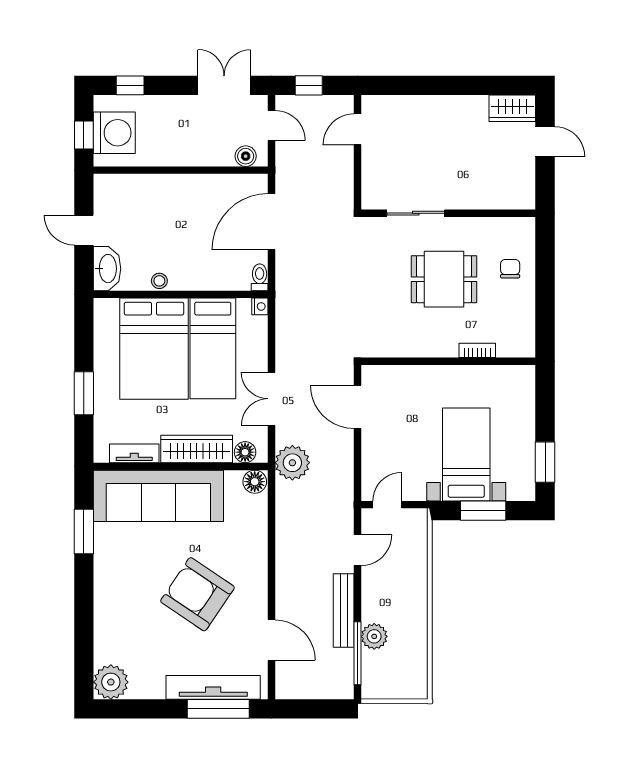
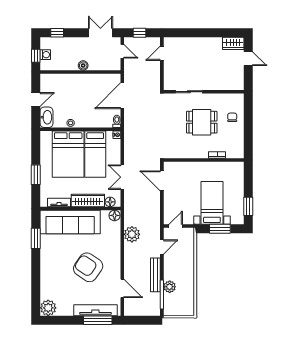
washing machine: (114, 133) -> (45, 55), width x0.53, depth x0.53
boiler: (246, 156) -> (83, 65), moved
door: (84, 230) -> (36, 100), swing flipped
plant: (292, 463) -> (132, 234), moved

